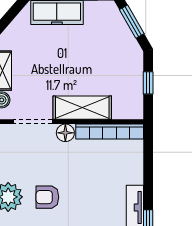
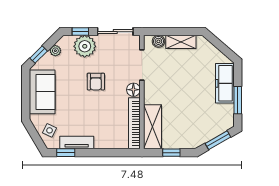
shelving: (82, 108) -> (153, 127), moved
armchair: (47, 197) -> (96, 82), moved, turned 180

